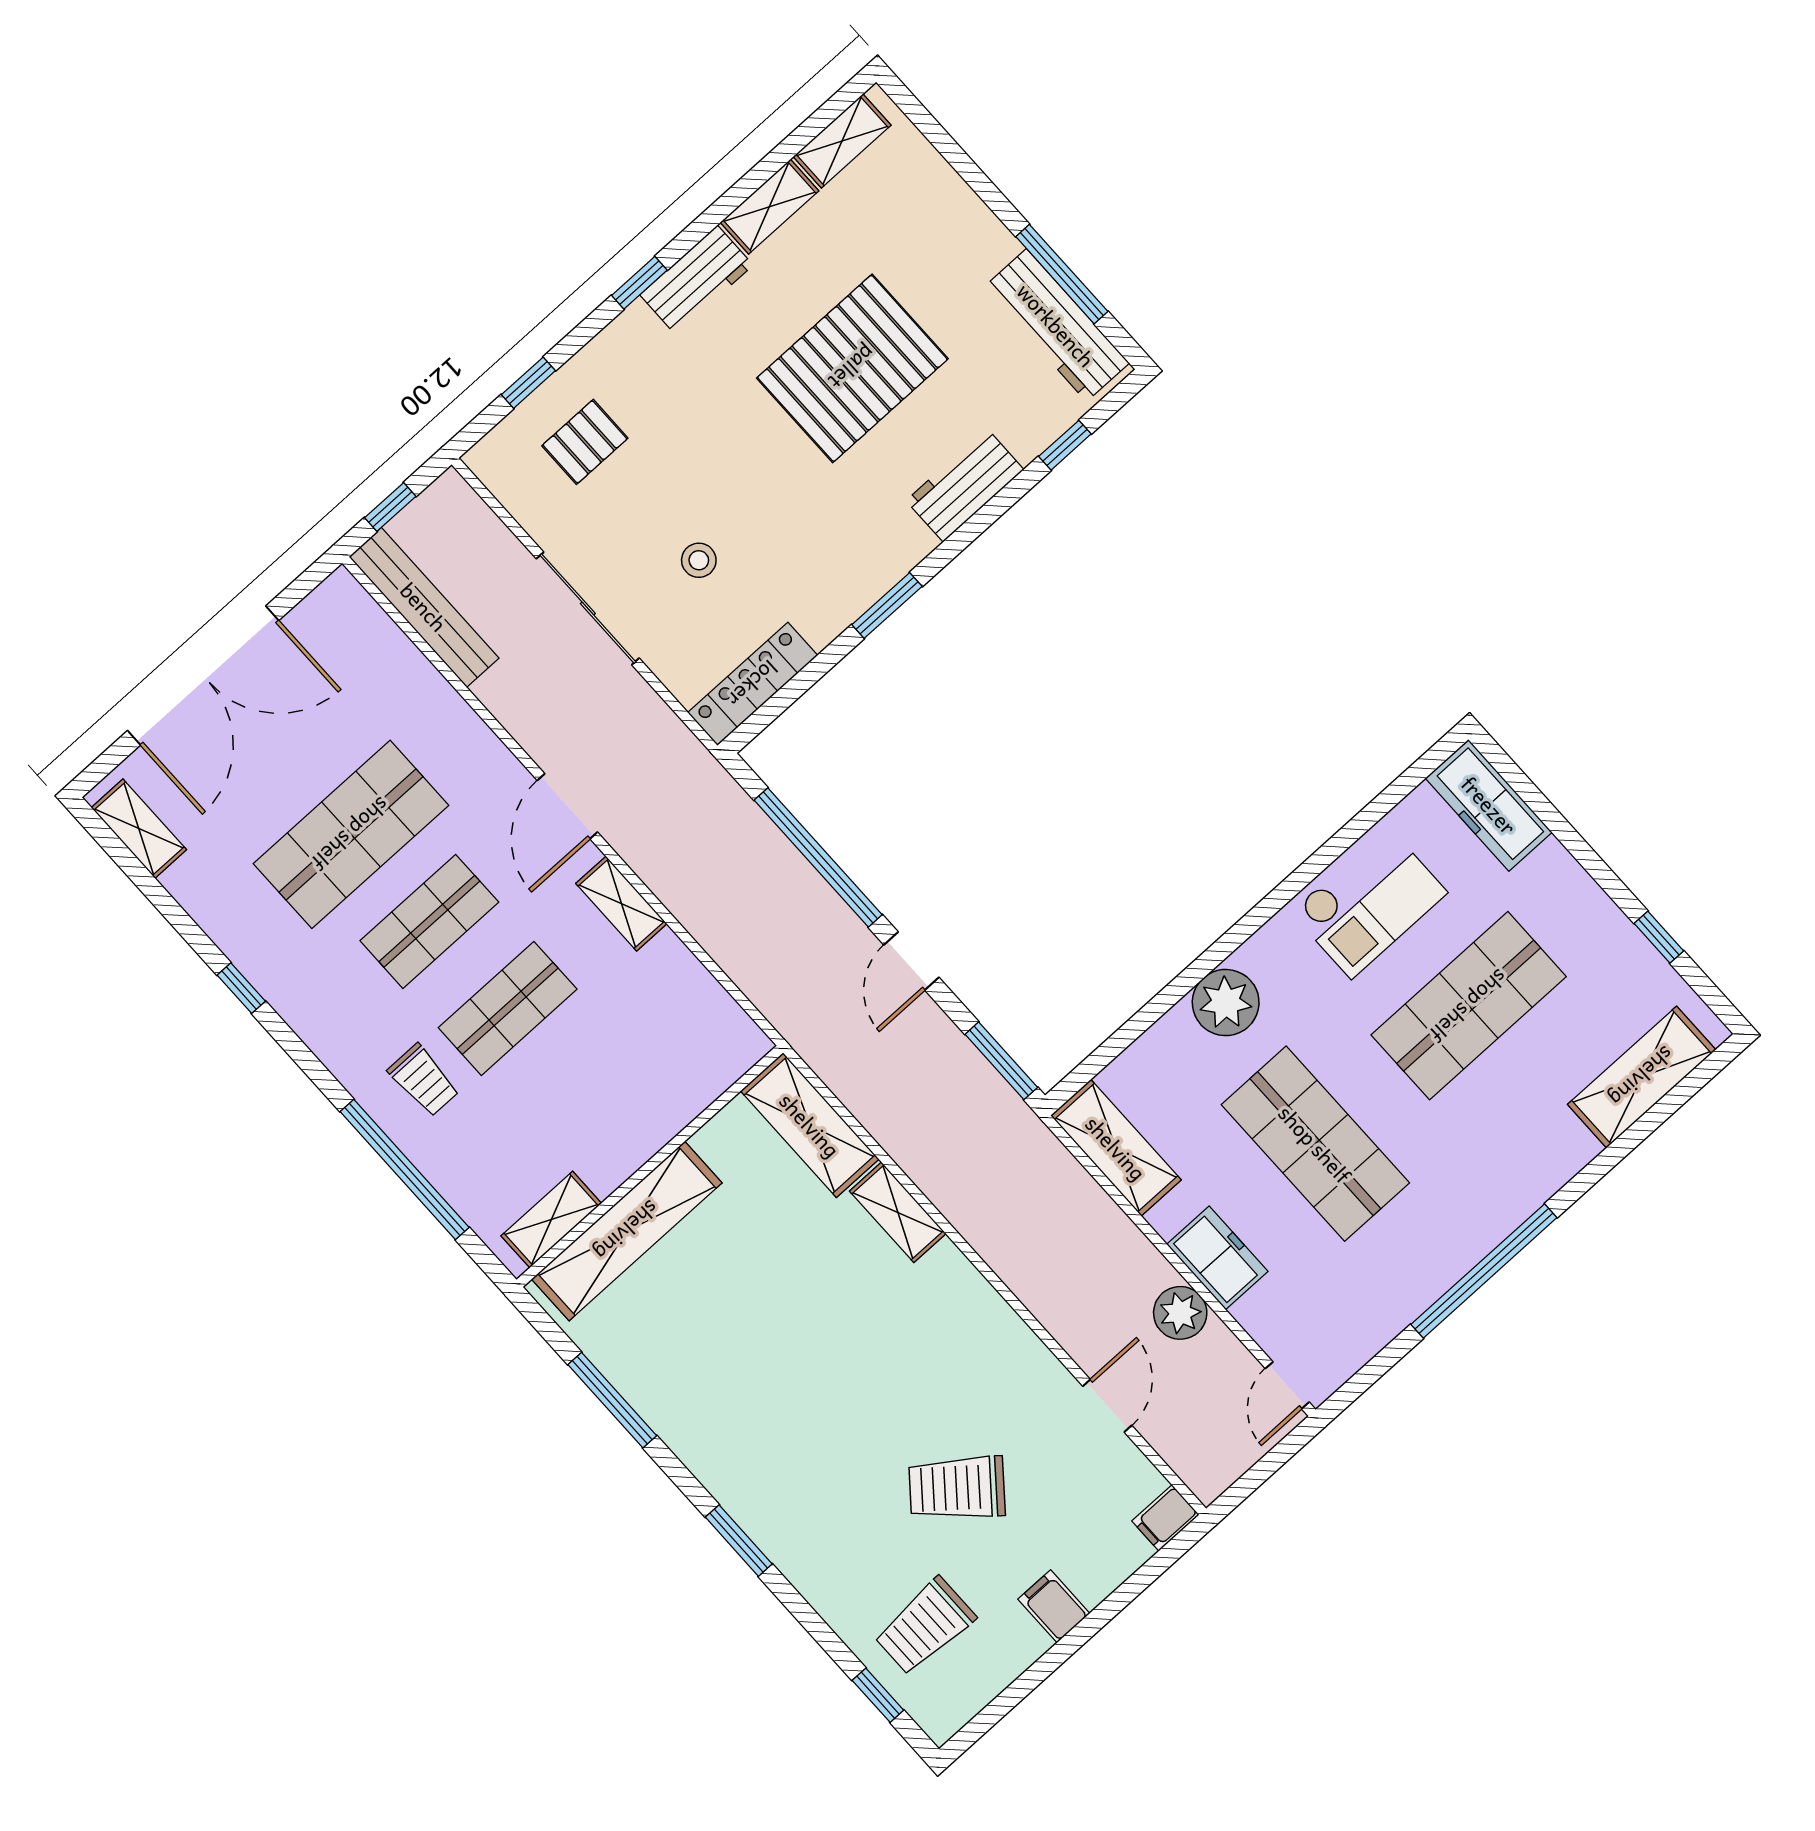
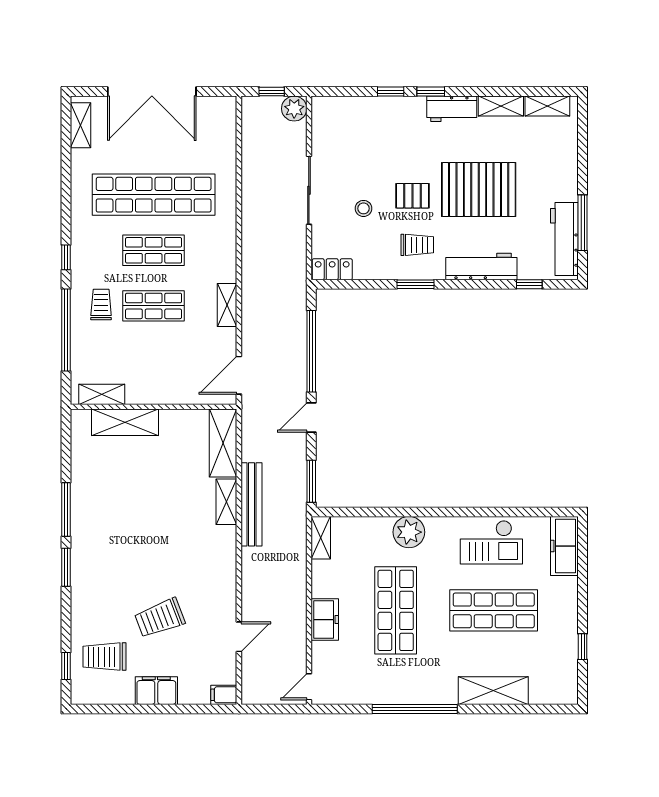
window: (528, 383) -> (391, 92), moved
pallet: (585, 442) -> (412, 196), moved
workbench: (965, 485) -> (481, 266), width x1.38
trolley: (834, 541) -> (417, 245), added
bench: (424, 607) -> (252, 504), moved
locker: (753, 684) -> (332, 269), width x0.66
door: (567, 806) -> (239, 375), moved
shop shelf: (351, 834) -> (154, 195), width x1.40
window: (241, 988) -> (66, 257), moved
shelving: (1642, 1077) -> (493, 691), moved
trolley: (424, 1080) -> (101, 305), turned 180
shelving: (1116, 1148) -> (321, 538), width x0.67, depth x0.75
shelving: (627, 1231) -> (125, 422), width x0.68
plant: (1180, 1313) -> (294, 109), moved
window: (612, 1400) -> (66, 509), moved
trolley: (957, 1488) -> (160, 618), turned -60
filing cabinet: (1054, 1606) -> (156, 691), width x2.00

